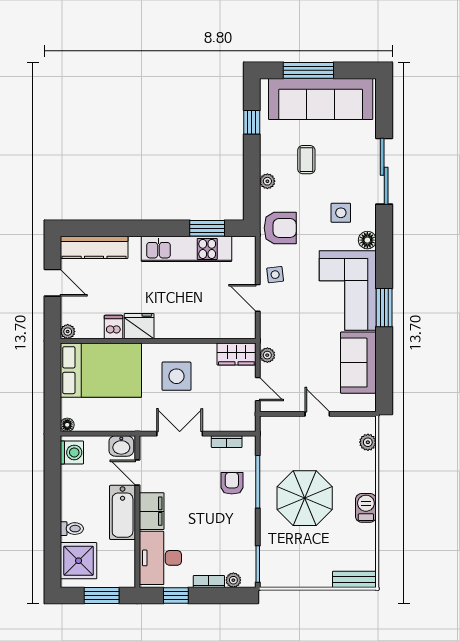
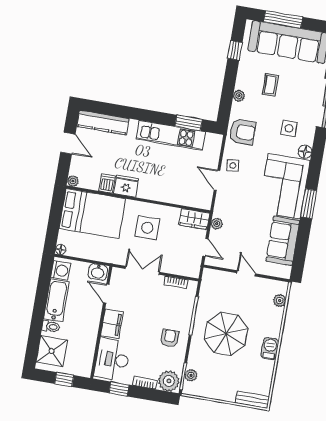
armchair: (232, 483) -> (170, 338), moved
bathtub: (123, 512) -> (56, 300), moved, turned 180
plant: (268, 561) -> (191, 375), added
plant: (233, 580) -> (169, 381), width x1.88, depth x1.88
window: (102, 596) -> (64, 380), width x0.67

